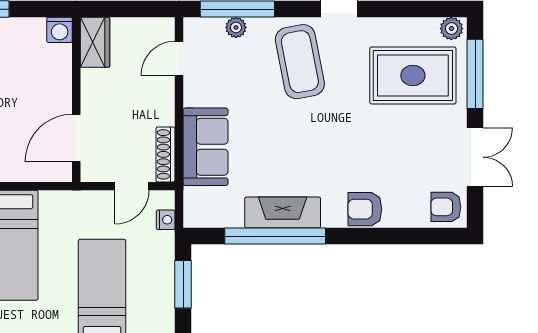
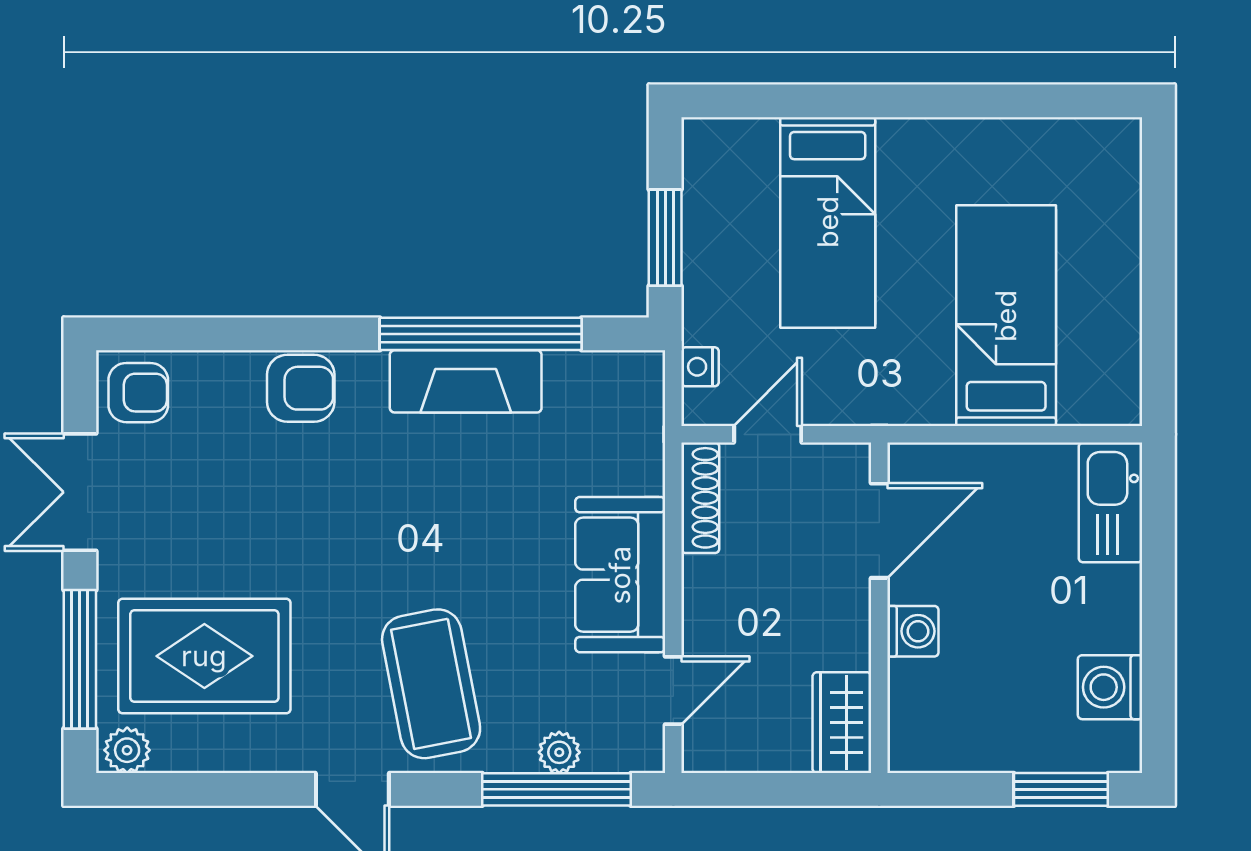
washing machine: (60, 30) -> (913, 631), moved, turned 90
sofa: (206, 147) -> (620, 575), moved

